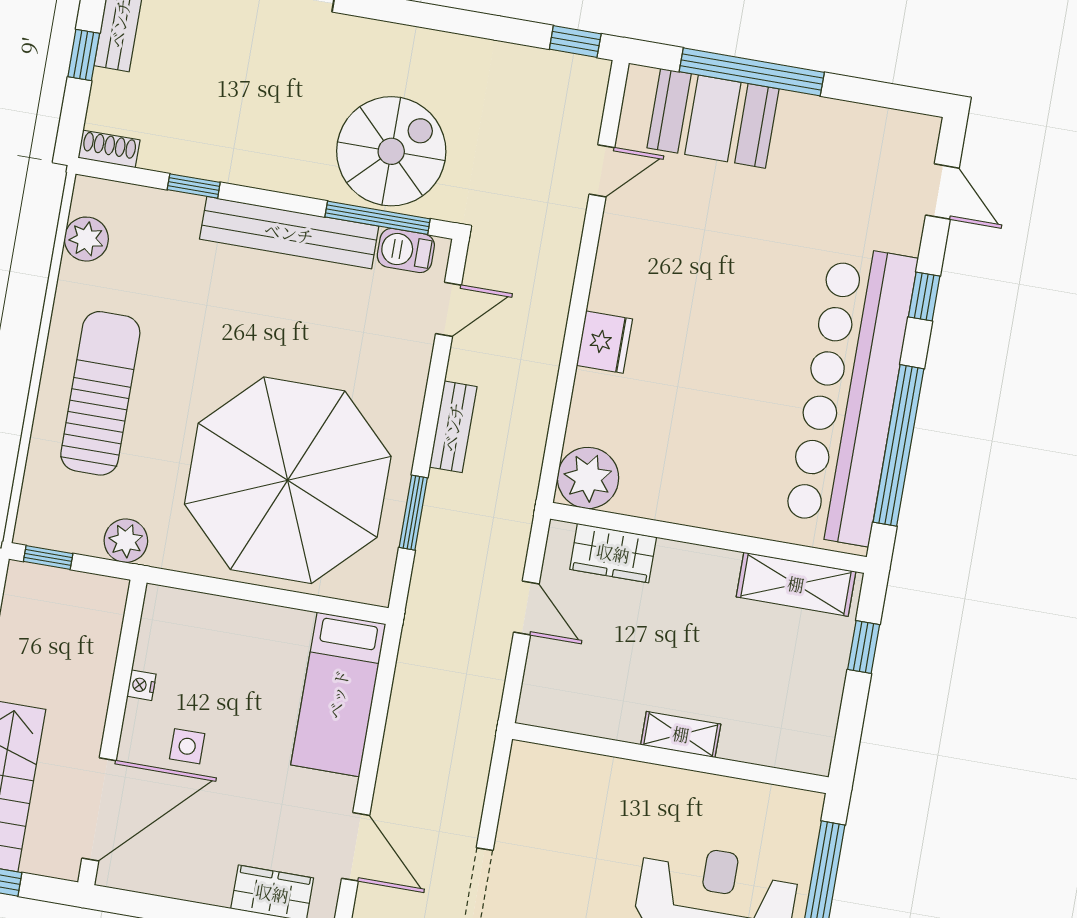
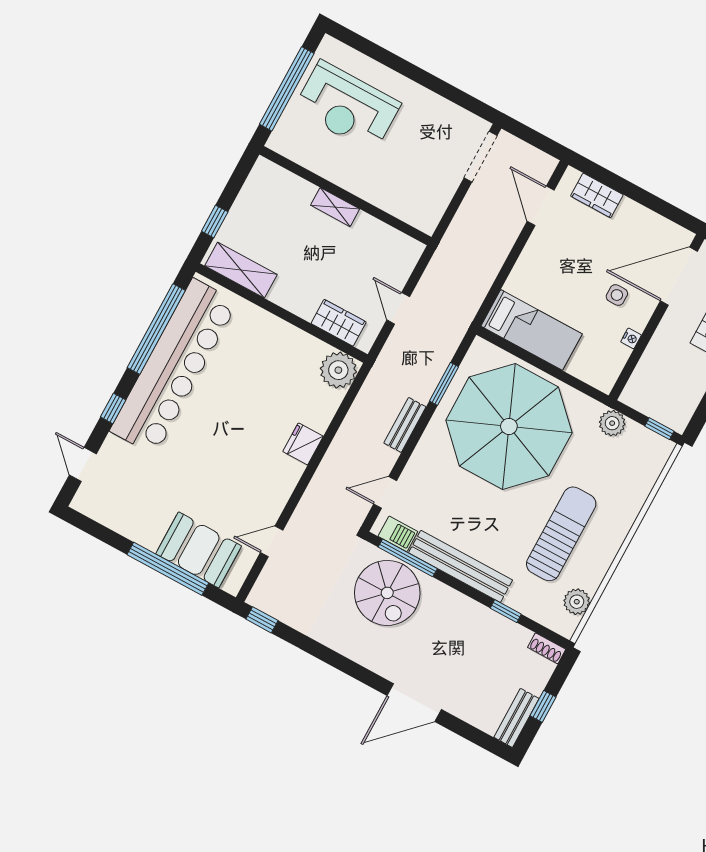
spiral stairs: (391, 151) -> (387, 593), turned -90
sun lounger: (100, 393) -> (561, 534), moved, turned 180
bed: (338, 694) -> (532, 330), moved, turned 90

